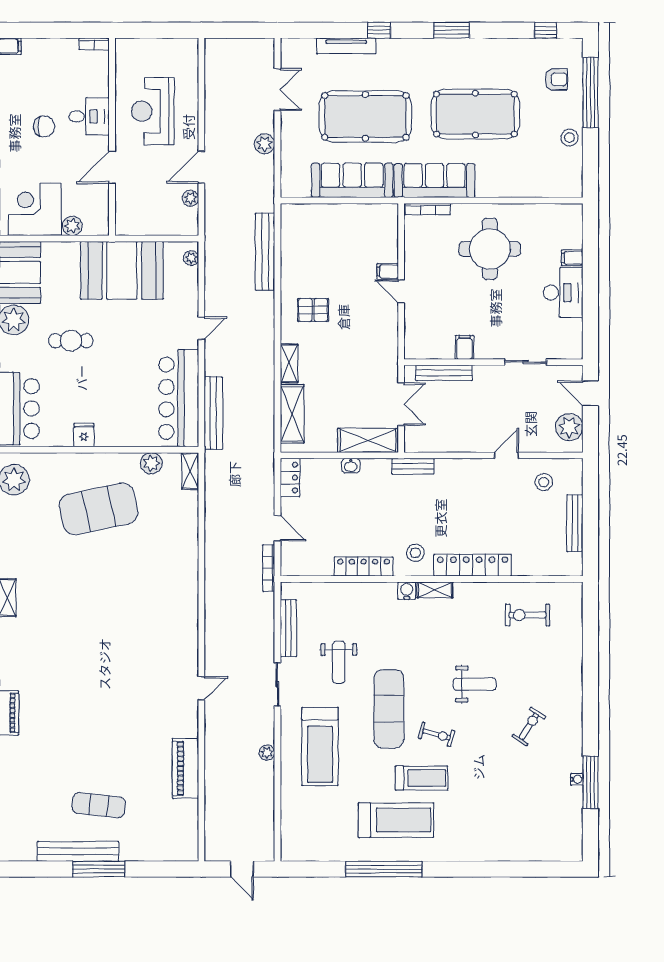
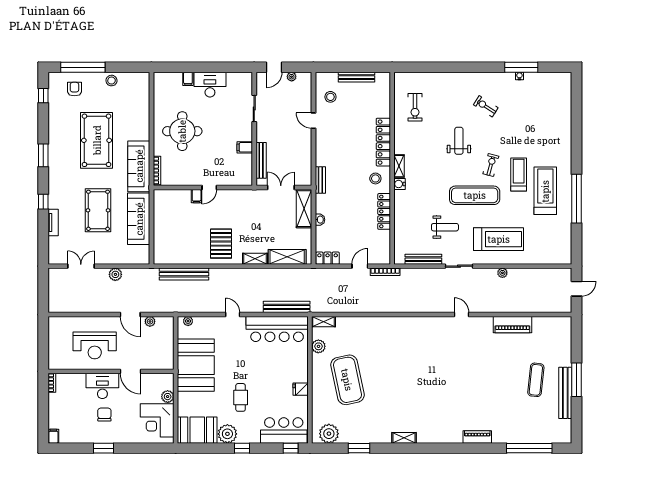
tv unit: (346, 46) -> (53, 222), width x0.71
desk: (89, 116) -> (102, 386), width x1.37
pool table: (365, 116) -> (98, 210), width x0.73, depth x0.76
pallet: (313, 310) -> (221, 244), width x1.50, depth x1.42
plant: (569, 427) -> (292, 77), width x0.53, depth x0.53

